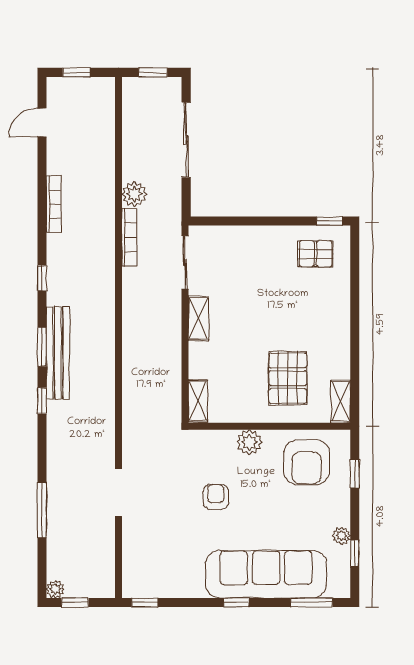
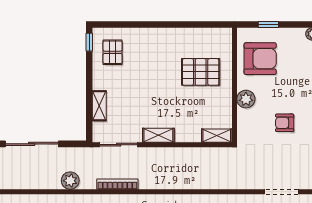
bookcase: (129, 237) -> (117, 184), moved
shelving: (341, 402) -> (99, 106), moved, turned 90

